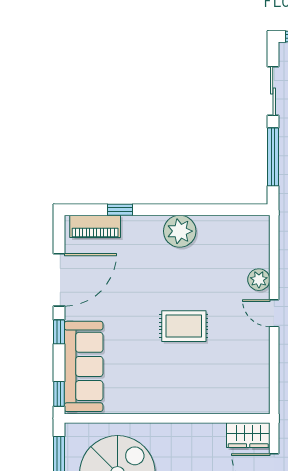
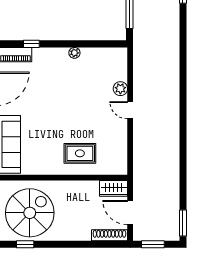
plant: (180, 231) -> (74, 53), width x0.53, depth x0.53
rug: (184, 326) -> (80, 153), moved

